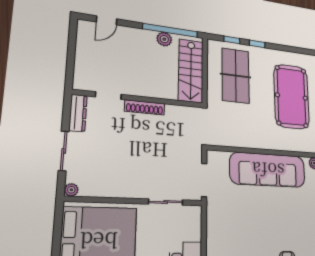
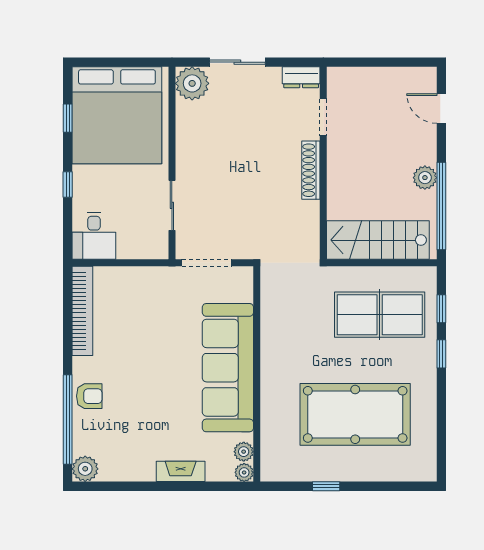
plant: (164, 39) -> (425, 178), moved
dresser: (78, 113) -> (301, 77), width x0.70
plant: (71, 190) -> (192, 83), width x1.87, depth x1.87

